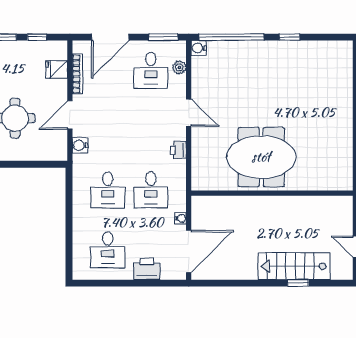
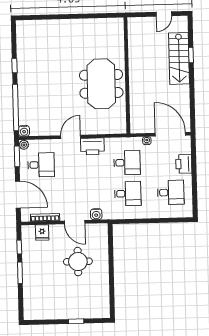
plant: (179, 67) -> (24, 145), moved
printer: (178, 150) -> (92, 146), width x1.87, depth x1.48

